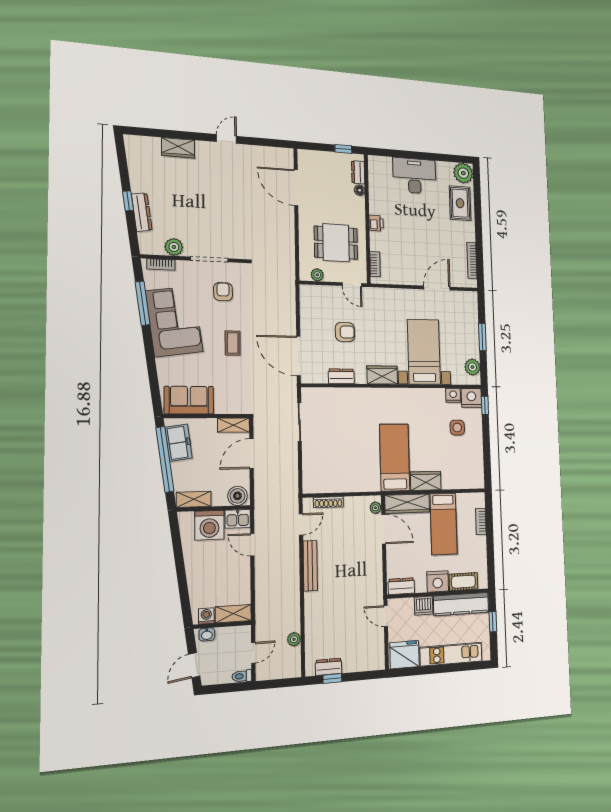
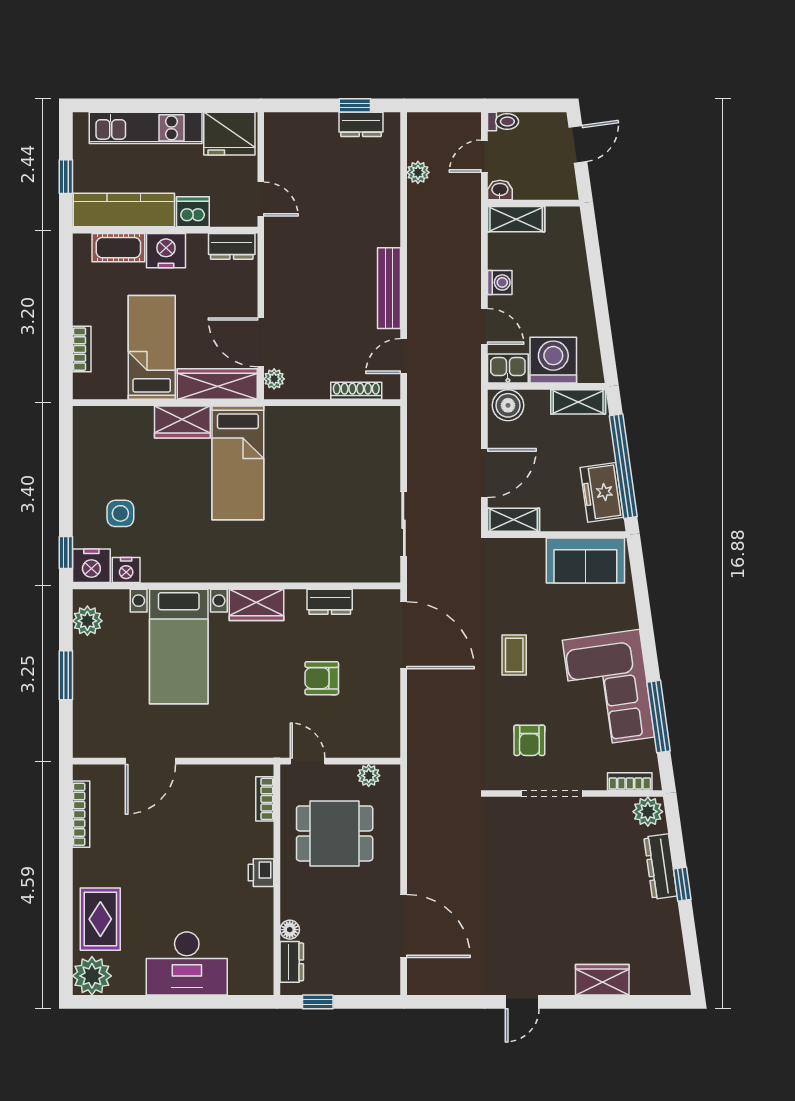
plant: (174, 247) -> (648, 812), moved
washing machine: (206, 616) -> (500, 282), moved, turned -90
washbasin: (207, 634) -> (500, 190), moved

